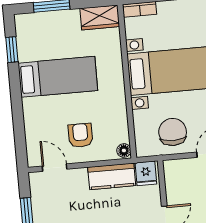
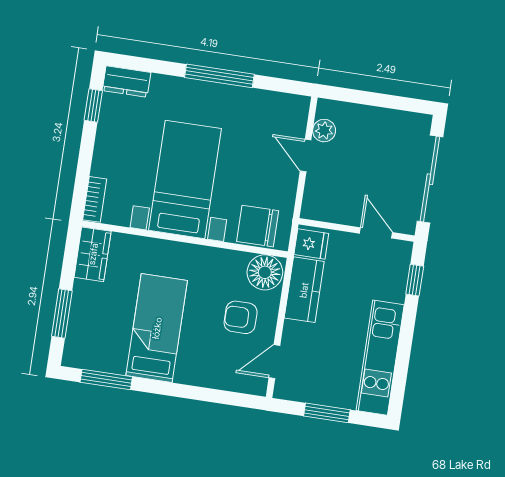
window: (12, 50) -> (106, 380), width x1.50
chair: (173, 132) -> (258, 226), moved
floor lamp: (124, 150) -> (265, 272), width x1.89, depth x1.89

